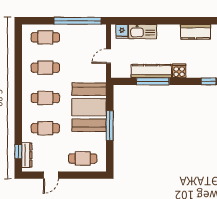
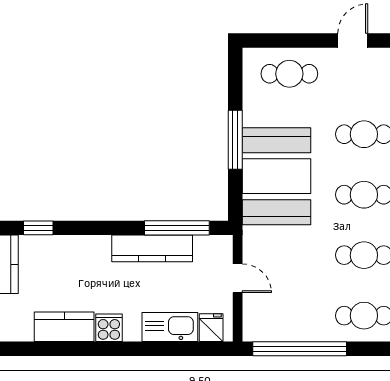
door: (109, 56) -> (238, 278), hinge flipped
cooker: (179, 71) -> (109, 328), moved, turned 180
window: (153, 81) -> (177, 228), moved

